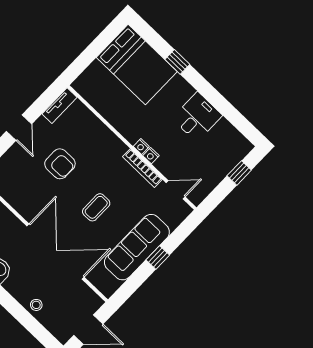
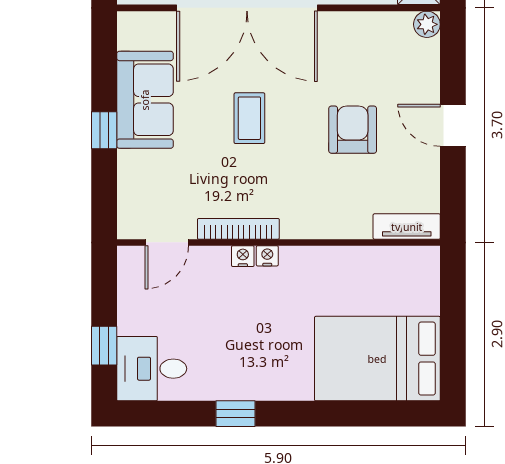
window: (177, 62) -> (236, 414), moved
tv unit: (59, 106) -> (407, 227), moved, turned 90
desk: (197, 117) -> (152, 369), moved, turned 90
armchair: (60, 164) -> (353, 130), turned 90
sofa: (137, 247) -> (145, 100), width x0.73

